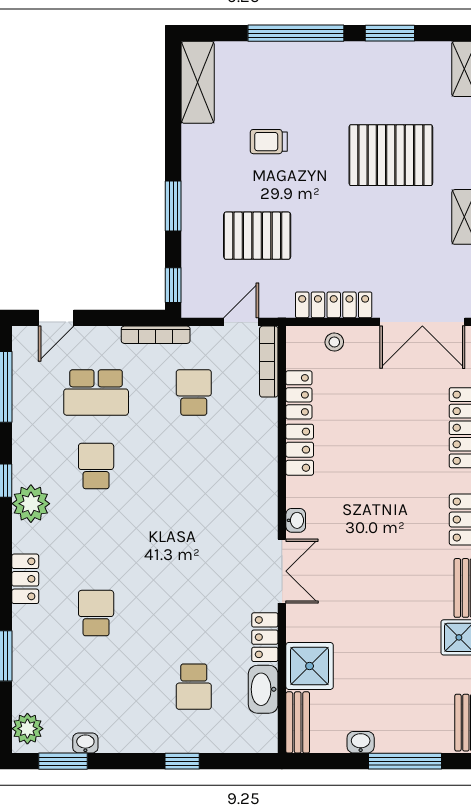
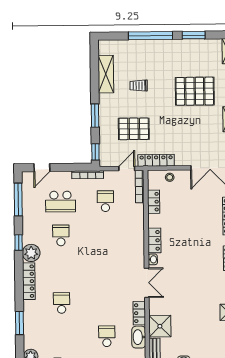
shelving: (198, 82) -> (106, 74), moved
locker: (334, 305) -> (156, 160), moved
locker: (300, 450) -> (154, 240), moved
locker: (25, 579) -> (29, 281), width x1.53
school desk: (194, 687) -> (107, 336), turned 180

